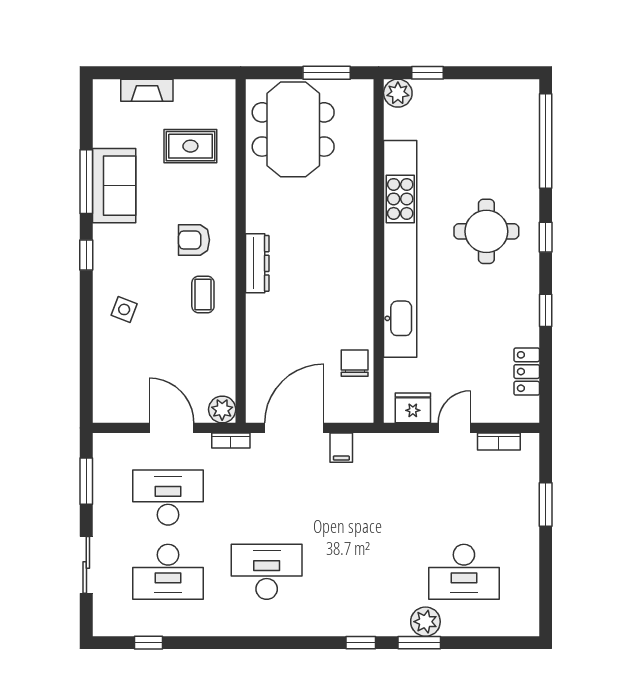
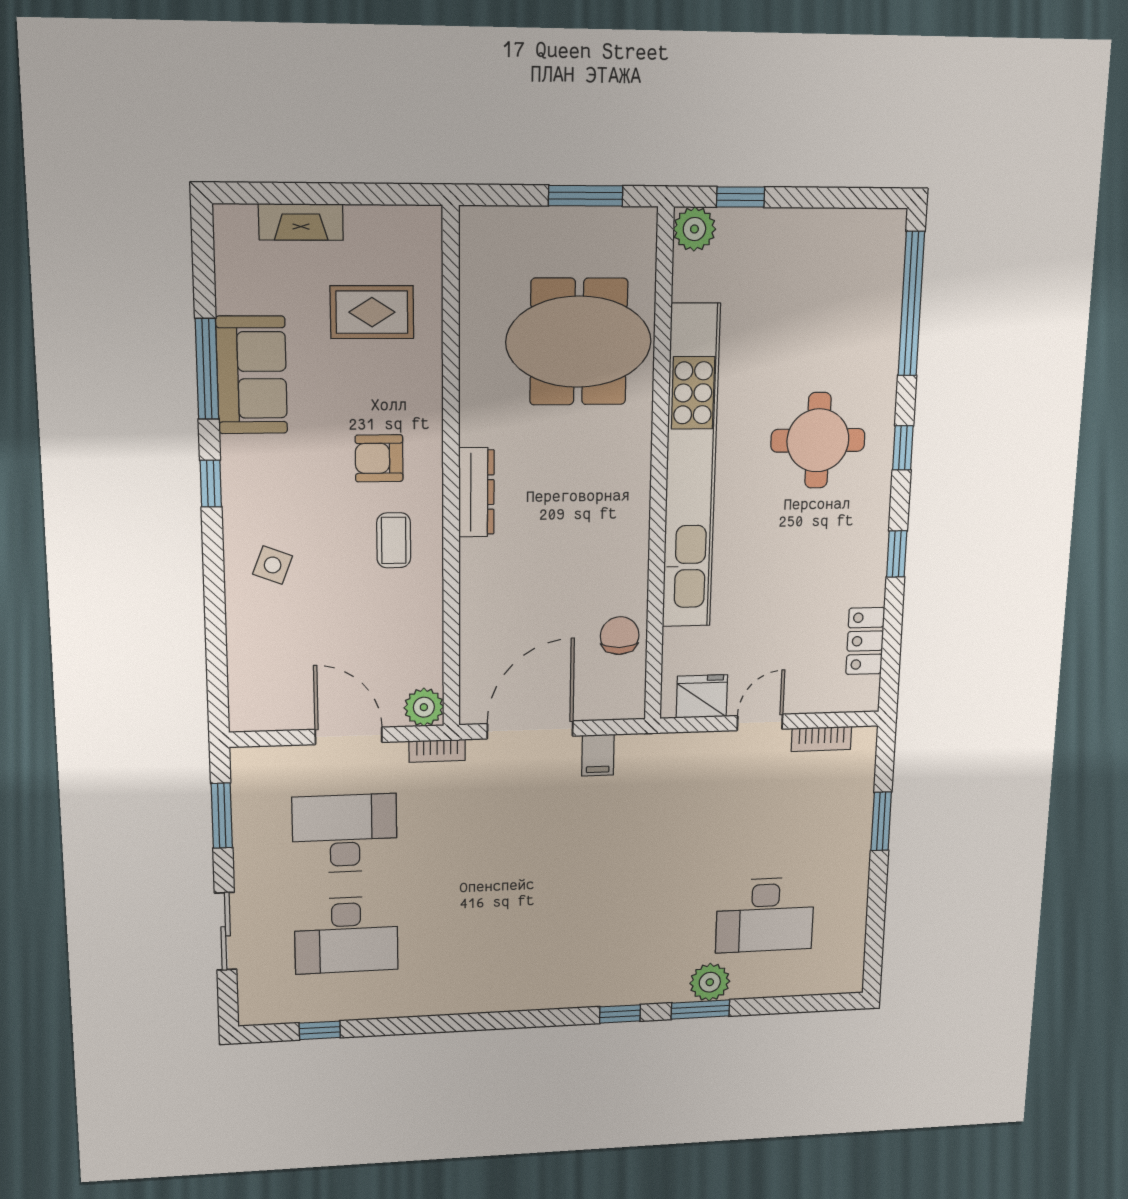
meeting table: (293, 129) -> (579, 342), moved, turned 90
desk: (267, 572) -> (489, 928), removed

